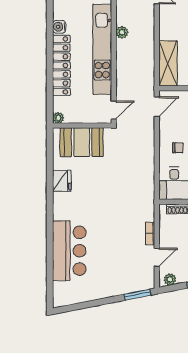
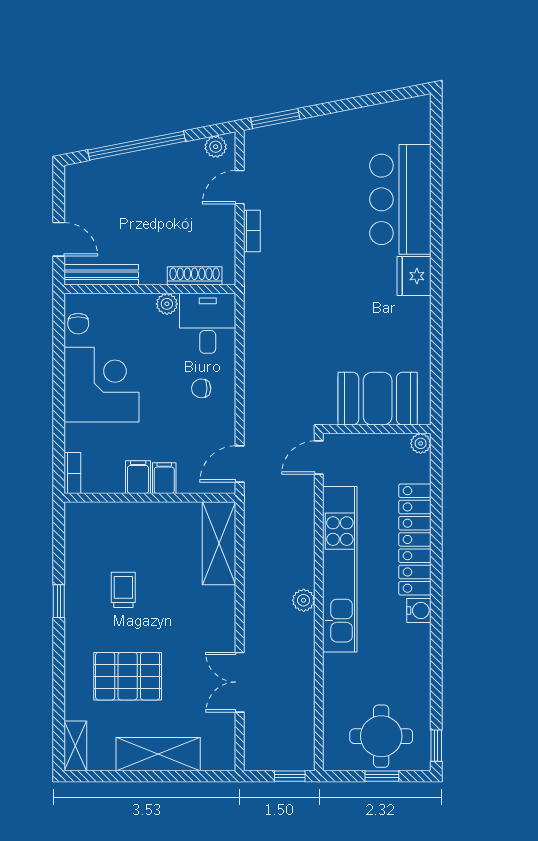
fridge: (62, 181) -> (414, 276), moved

